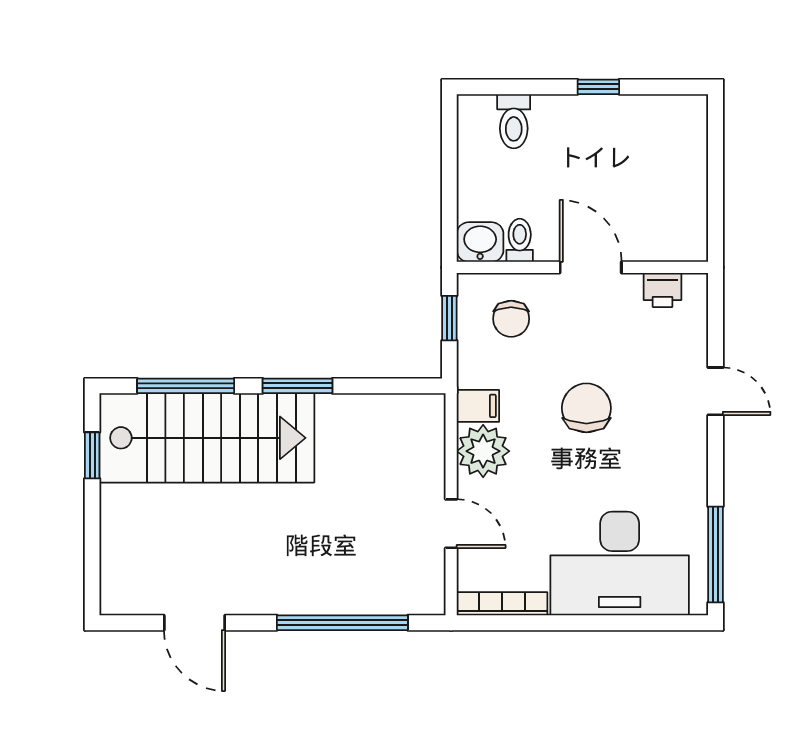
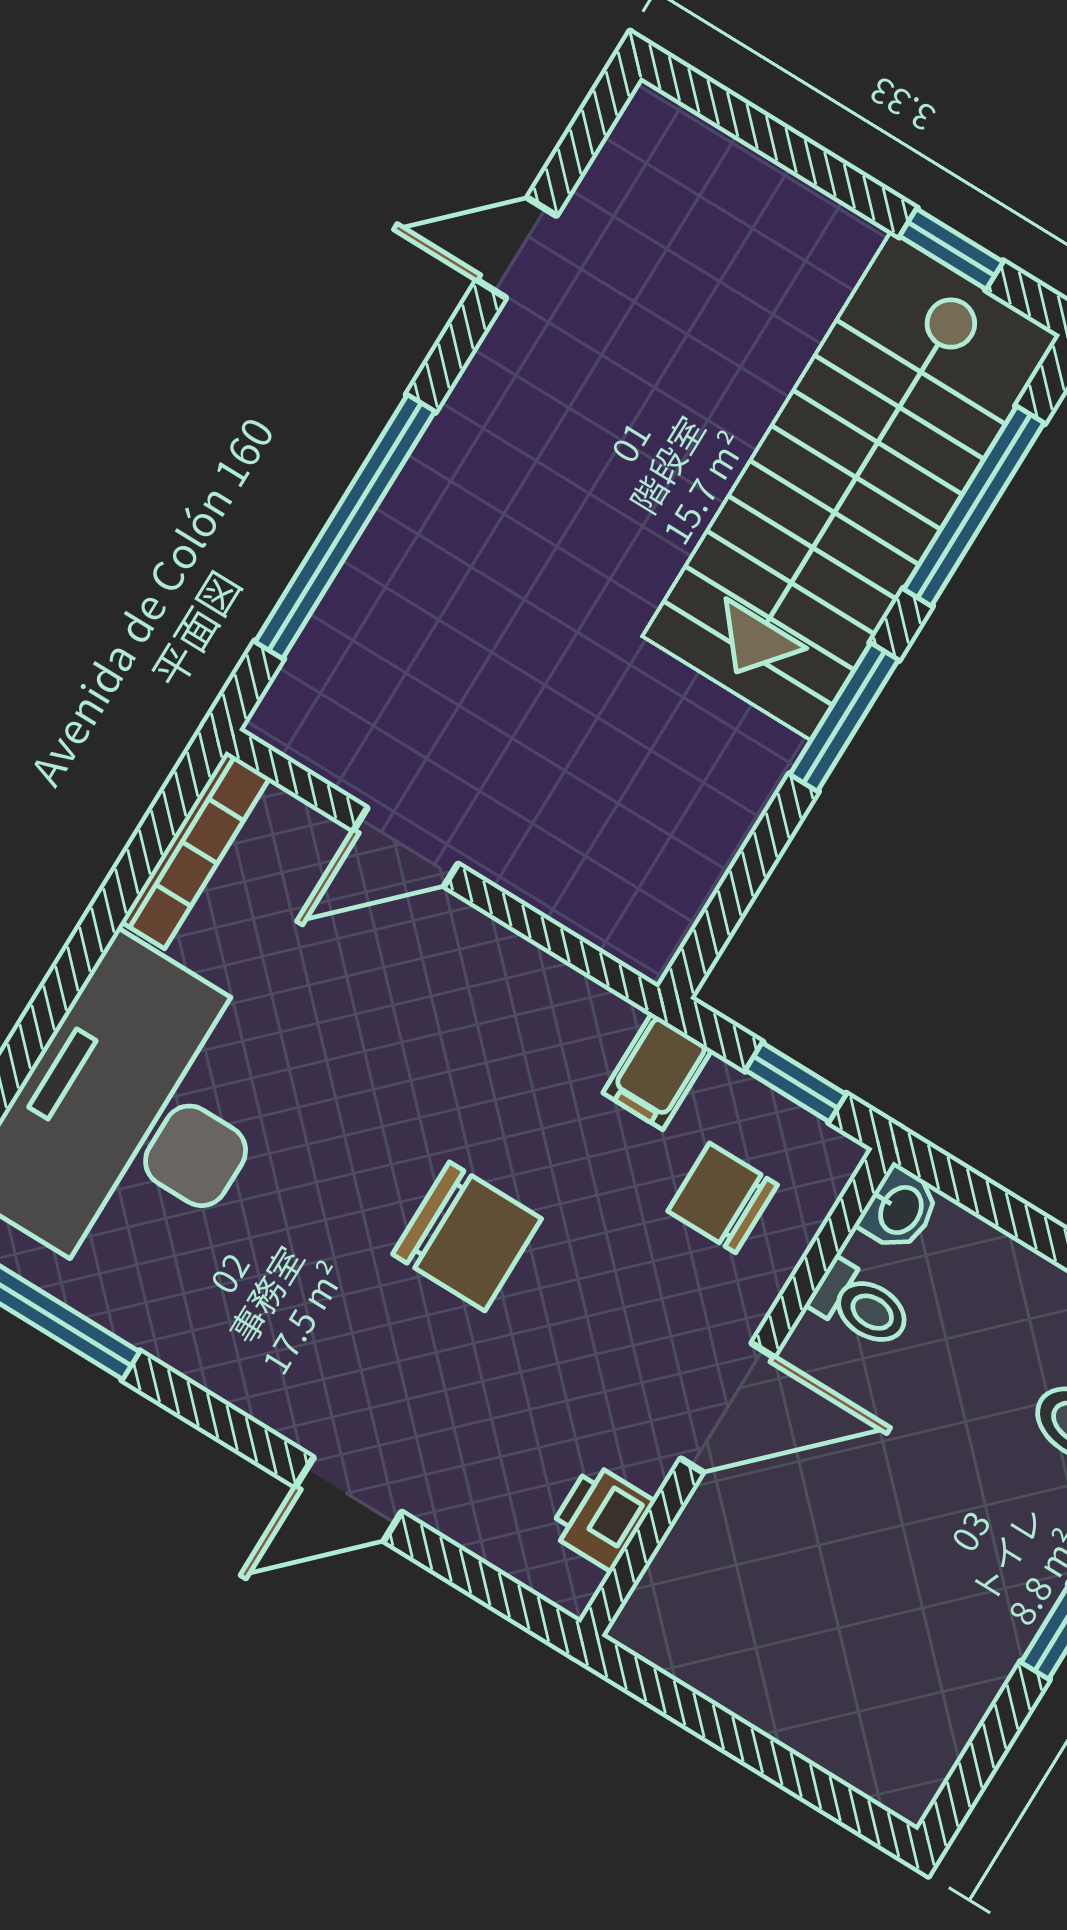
washbasin: (480, 242) -> (899, 1209), width x0.72, depth x0.69
filing cabinet: (478, 406) -> (657, 1071), moved
plant: (483, 451) -> (506, 991), removed
door: (195, 623) -> (517, 248), width x0.73

